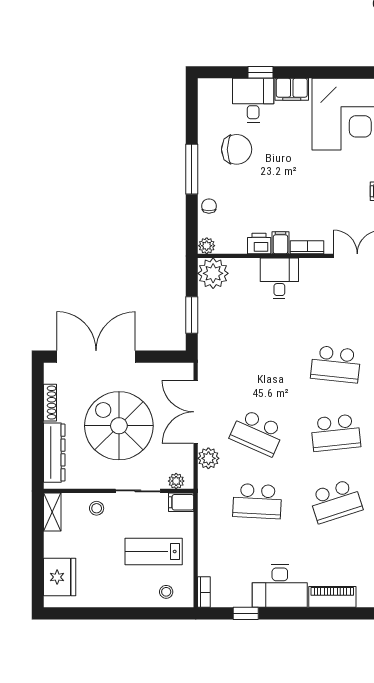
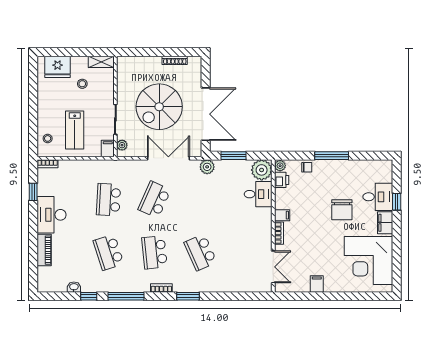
chair: (237, 149) -> (342, 210), moved
printer: (259, 244) -> (282, 180), moved
desk: (279, 278) -> (258, 194), moved
double door: (96, 357) -> (206, 114), moved
school desk: (336, 364) -> (200, 252), turned -30
spiral stairs: (119, 426) -> (159, 107), turned 180
dresser: (54, 453) -> (141, 63), removed
plant: (208, 458) -> (207, 167), moved
stool: (97, 508) -> (82, 84), moved
lab bench: (154, 551) -> (75, 130), turned 180

